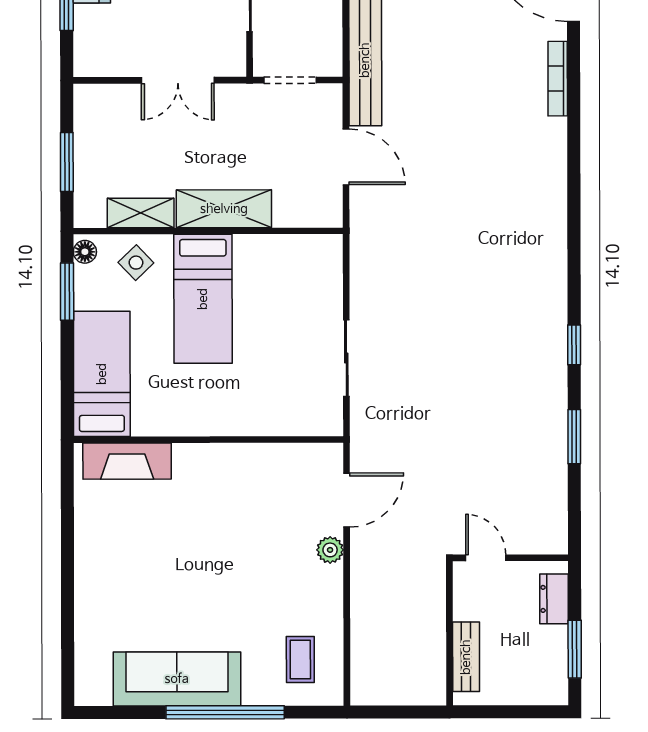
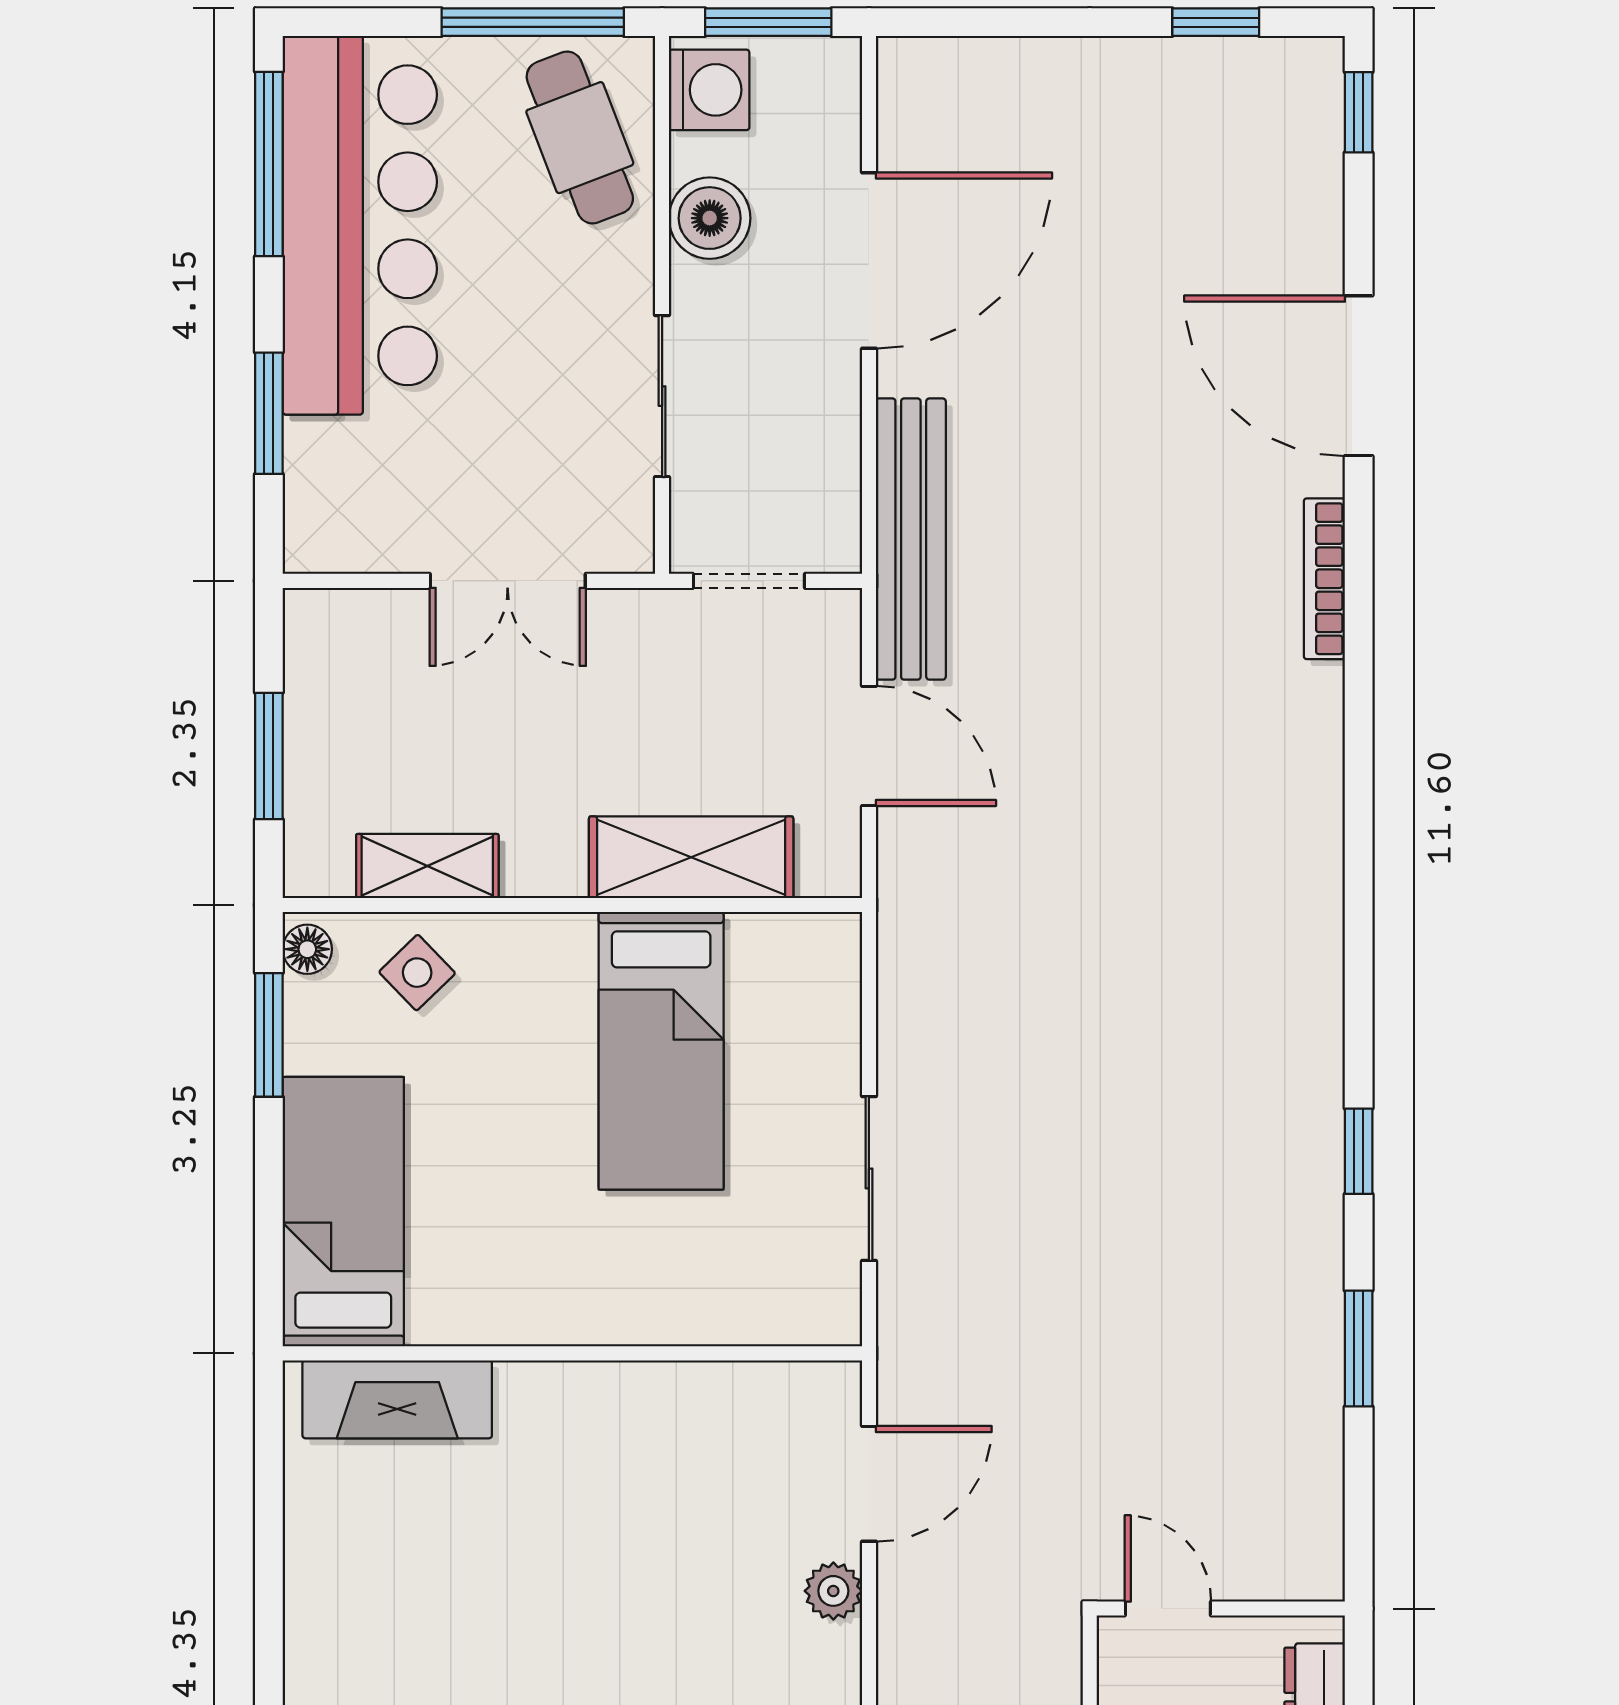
shelving: (224, 209) -> (691, 857), moved
bed: (203, 299) -> (661, 1051), moved

